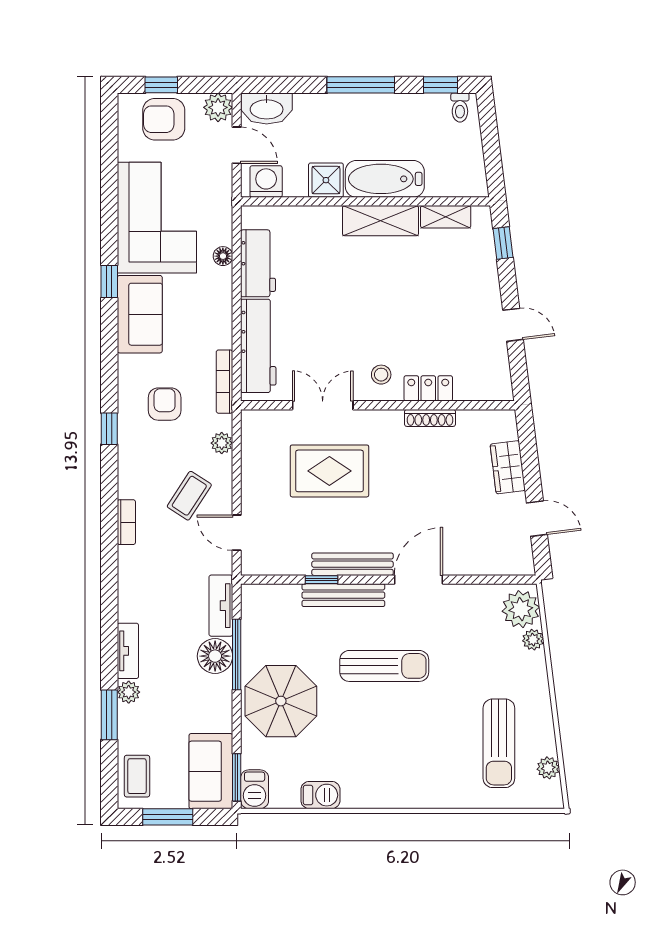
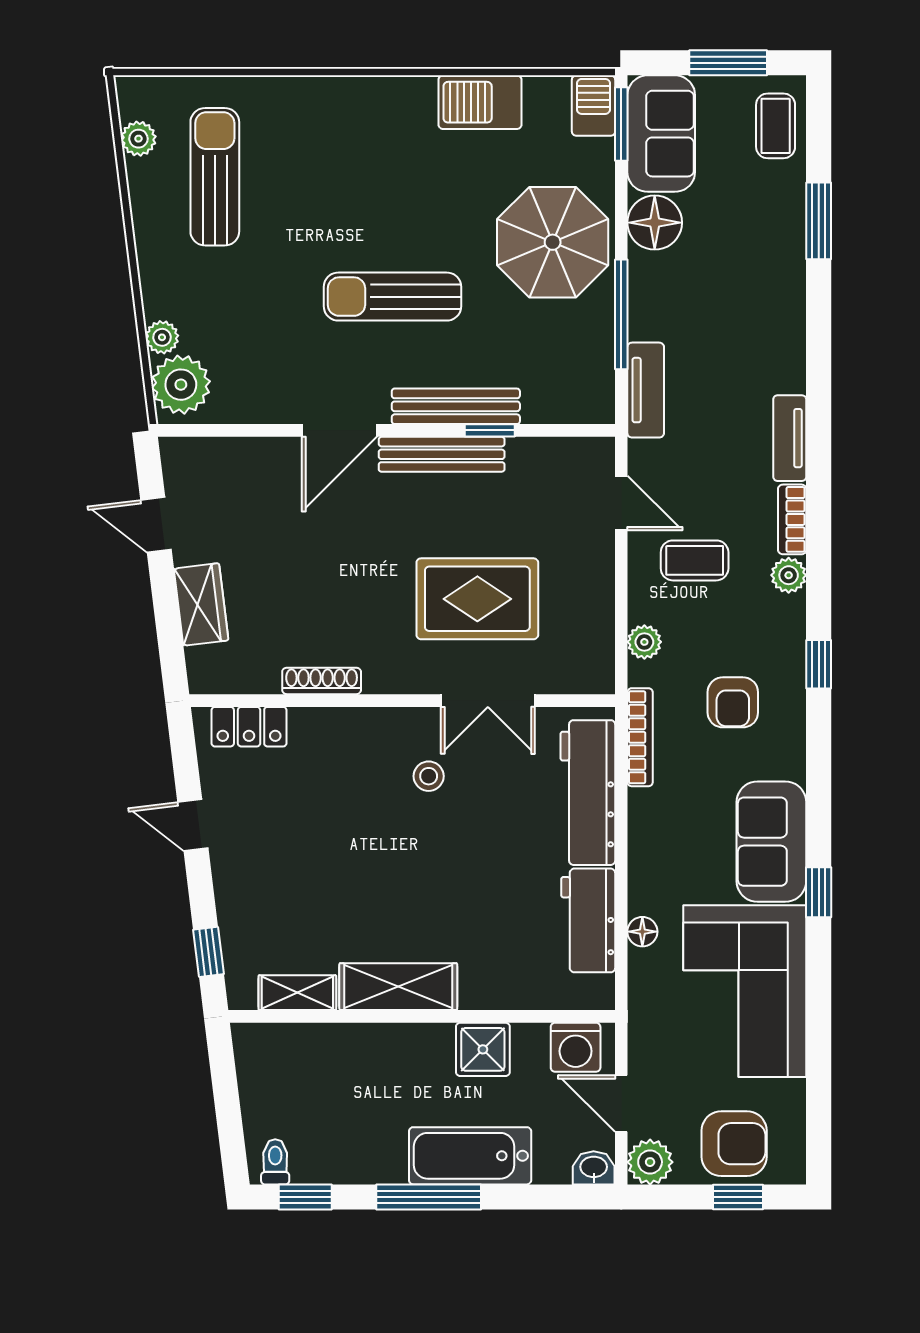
washbasin: (267, 108) -> (594, 1168), width x0.52, depth x0.69
bathtub: (385, 179) -> (470, 1156), moved, turned 180
stool: (381, 375) -> (429, 776), moved
locker: (428, 388) -> (249, 727), moved
coffee table: (189, 496) -> (695, 560), turned 57
tv unit: (128, 651) -> (790, 438), moved
floor lamp: (215, 656) -> (655, 223), moved
plant: (129, 692) -> (789, 575), moved
barbecue: (320, 795) -> (480, 102), width x1.38, depth x1.27

